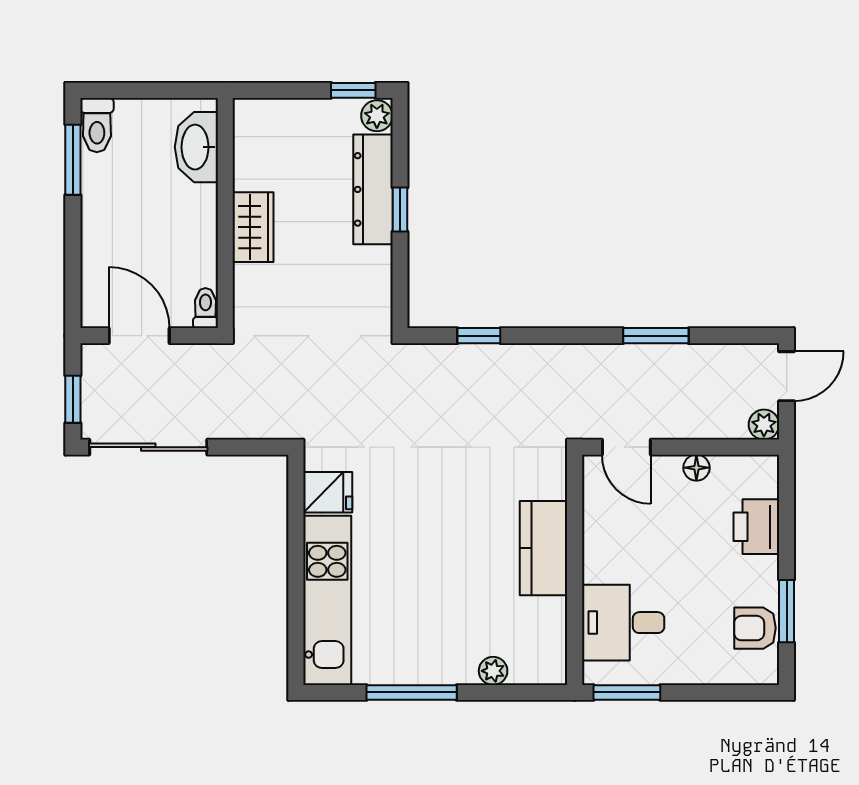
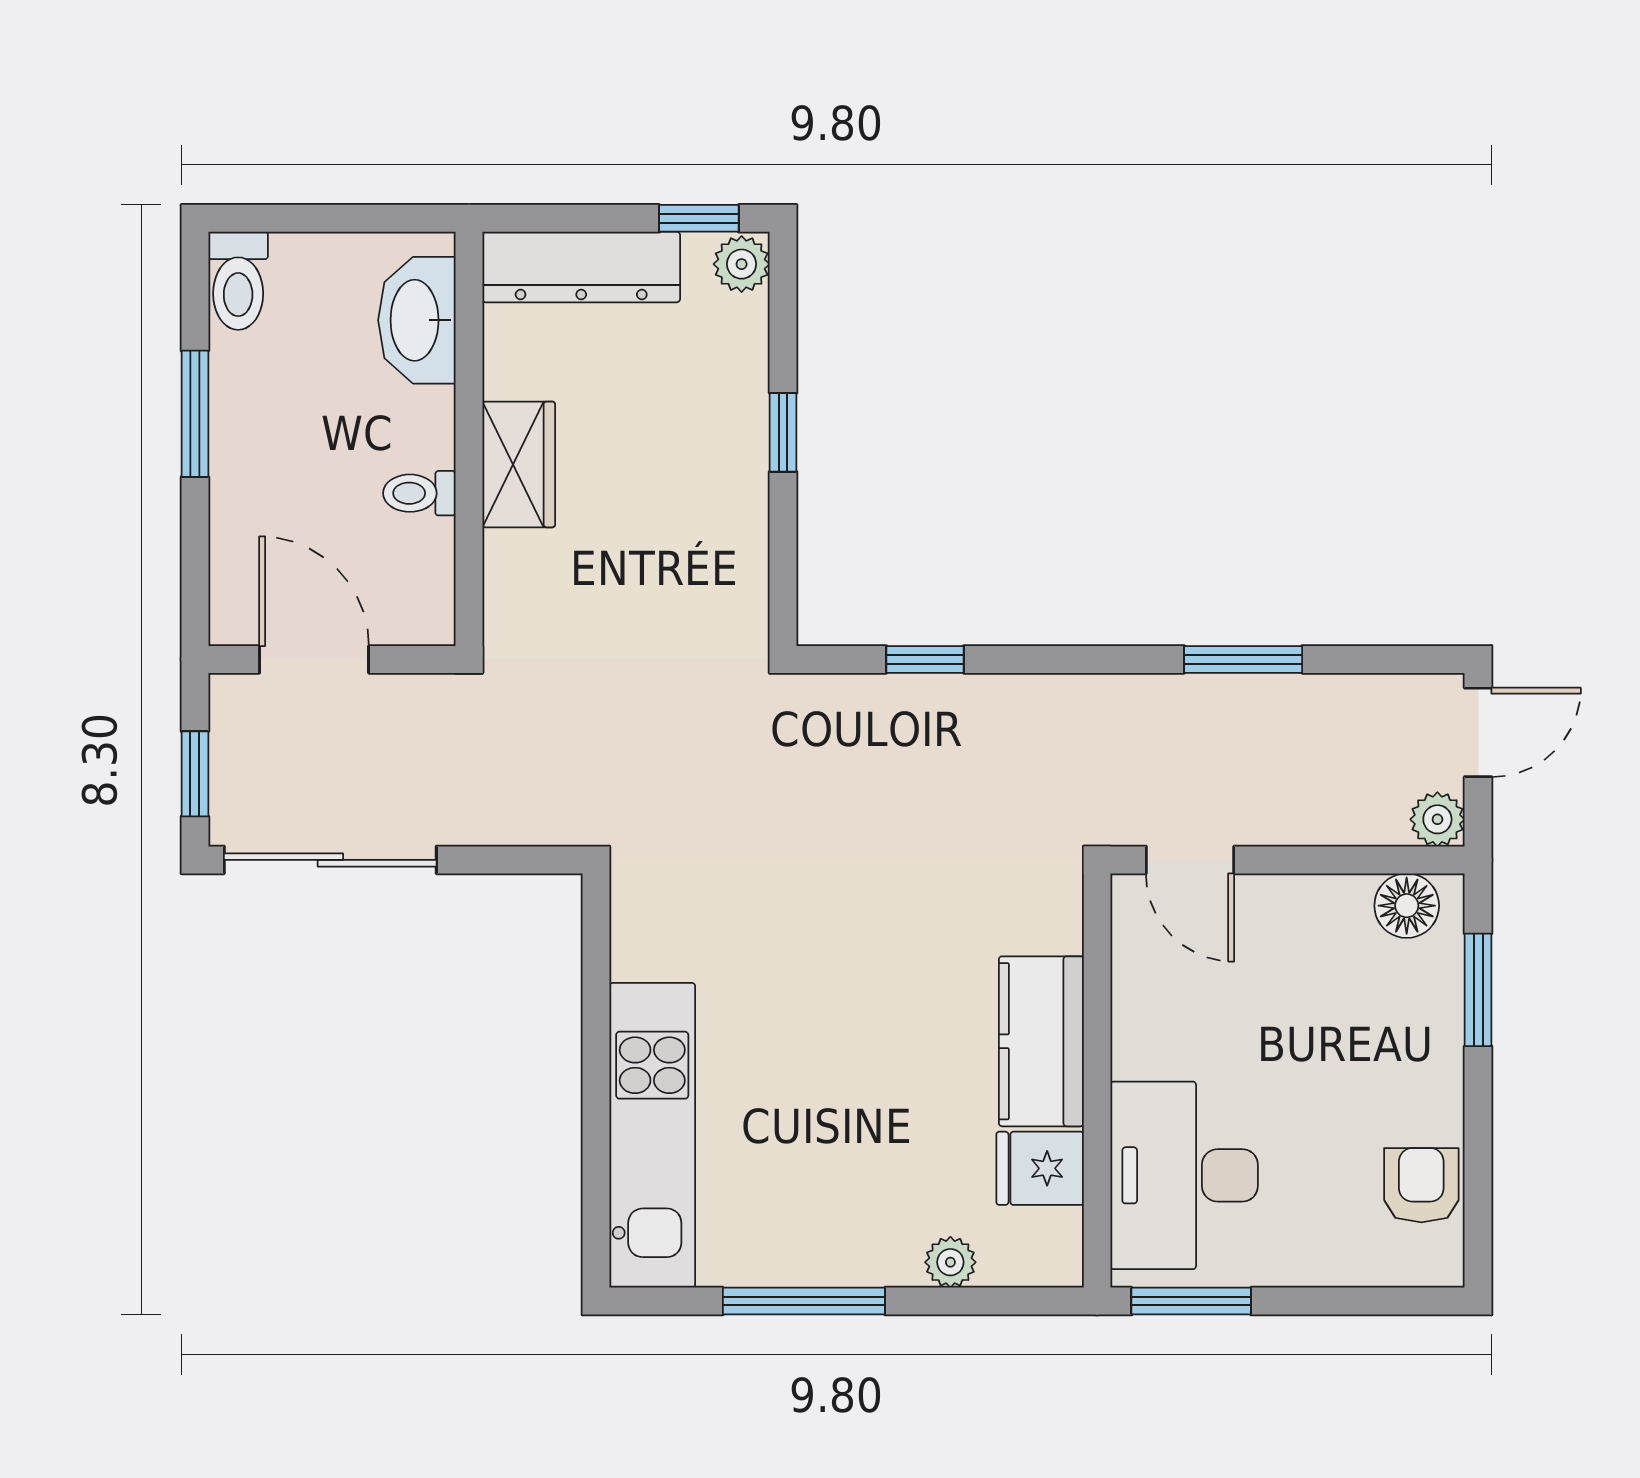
window: (73, 160) -> (195, 414), moved
dresser: (373, 189) -> (581, 267), moved, turned -90
toilet: (205, 308) -> (419, 493), moved, turned -90
floor lamp: (696, 468) -> (1407, 906), moved, width x1.37, depth x1.37
fridge: (328, 492) -> (1040, 1168), moved, turned 180
printer: (756, 527) -> (1424, 1003), removed
window: (787, 611) -> (1478, 990), moved
desk: (623, 623) -> (1184, 1175), width x1.37
armchair: (755, 628) -> (1421, 1185), turned 90

